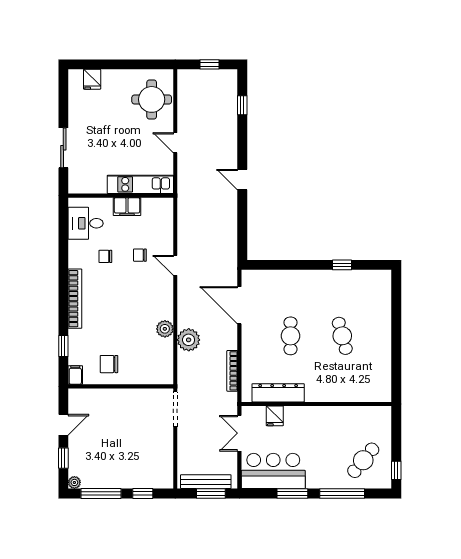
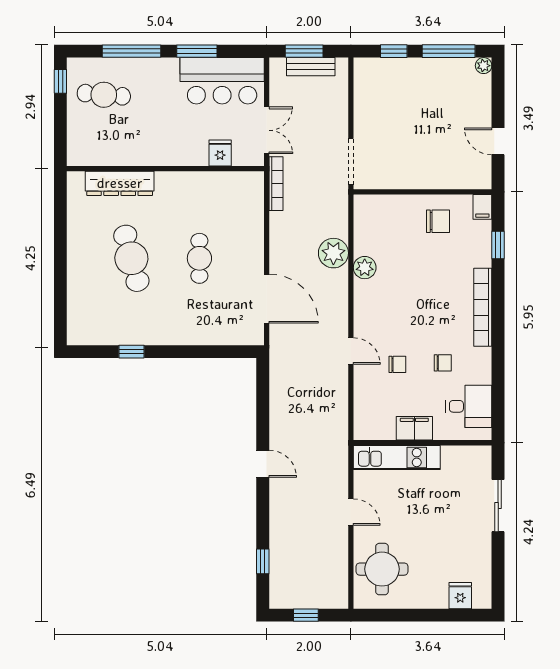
cafe table: (342, 336) -> (131, 258), width x1.37, depth x1.35
bookcase: (232, 371) -> (276, 184), moved
dresser: (278, 393) -> (120, 183), moved
door: (63, 425) -> (498, 141), hinge flipped
window: (63, 458) -> (498, 98), removed
cafe table: (363, 460) -> (104, 95), turned 56
bench: (206, 482) -> (311, 67), width x0.73

